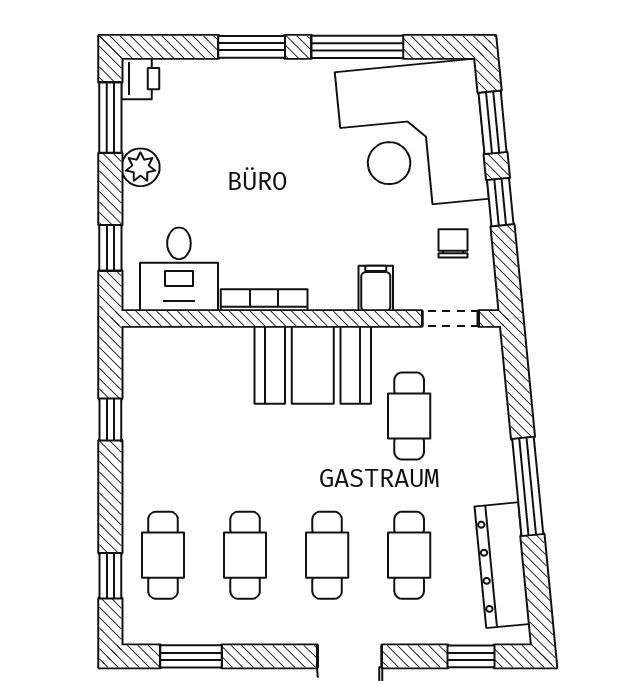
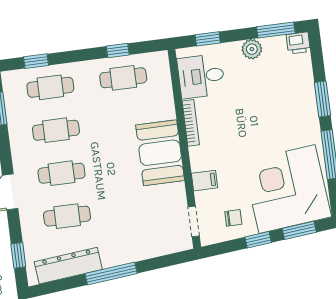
cafe table: (409, 416) -> (123, 78), moved

